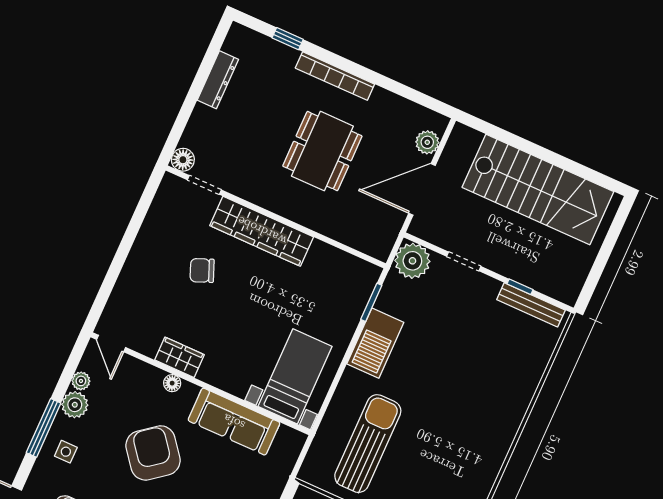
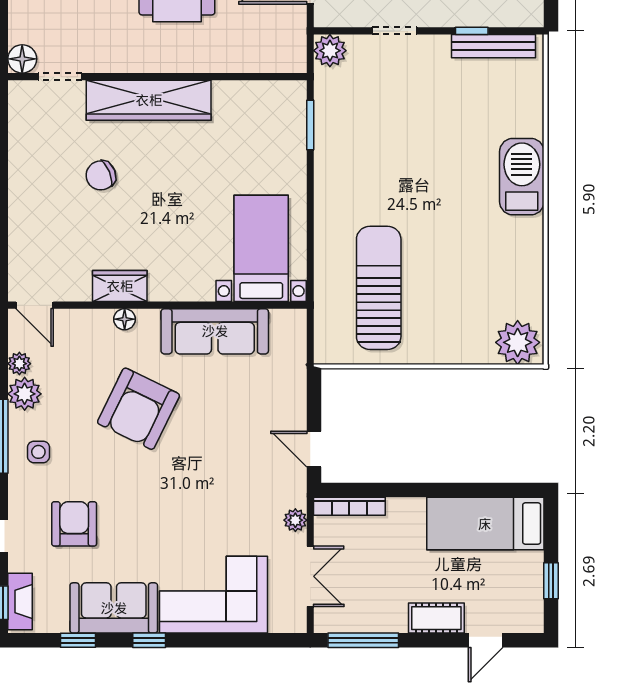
plant: (412, 261) -> (330, 51), width x0.73, depth x0.73
barbecue: (375, 343) -> (522, 177), moved, turned 180
armchair: (153, 453) -> (138, 409), turned -116

